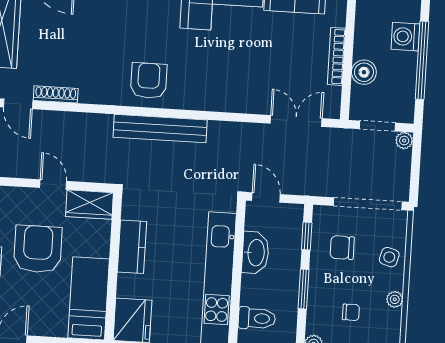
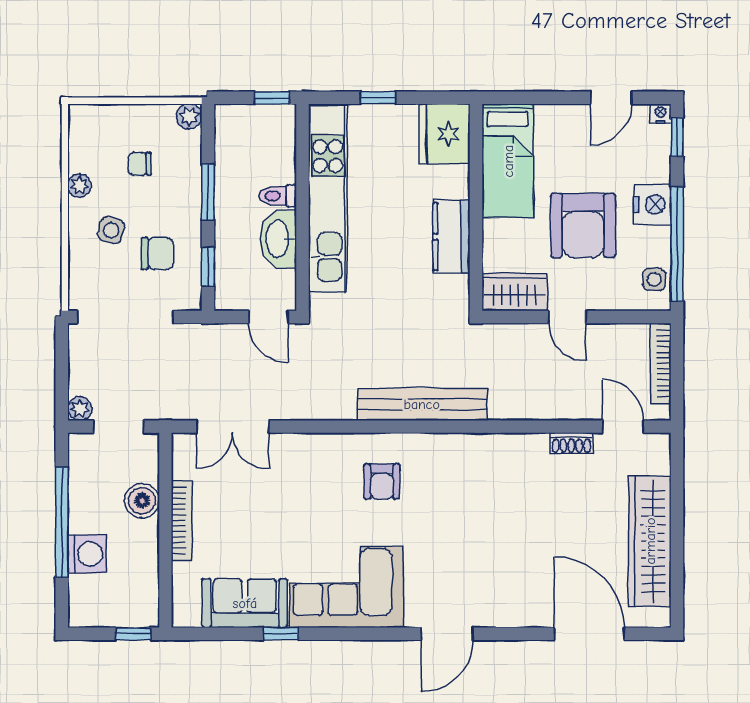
armchair: (149, 81) -> (382, 481), moved, width x0.72, depth x0.72
shoe rack: (56, 94) -> (571, 443), width x0.70
side table: (389, 257) -> (111, 230), moved
toilet: (257, 318) -> (278, 196), moved, width x0.73, depth x0.72

